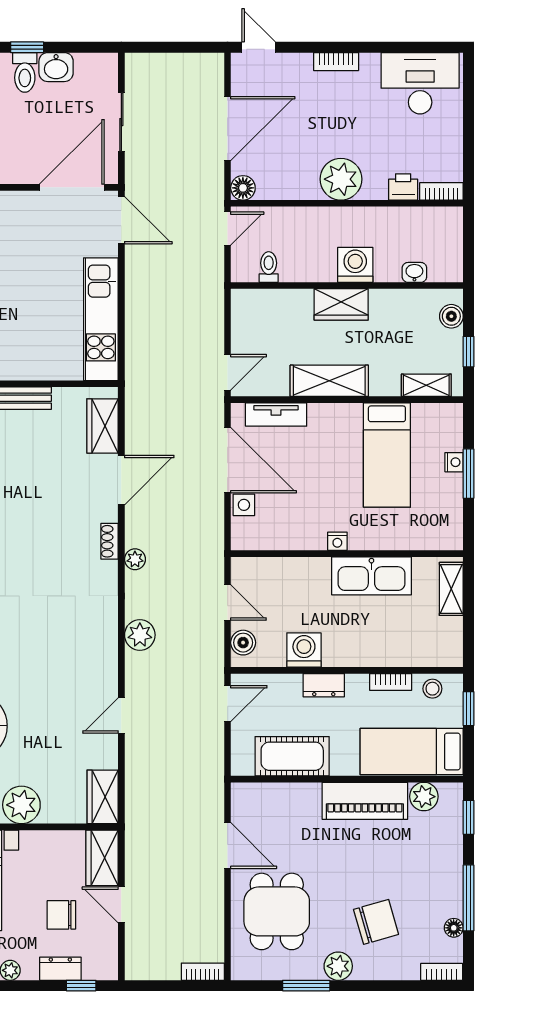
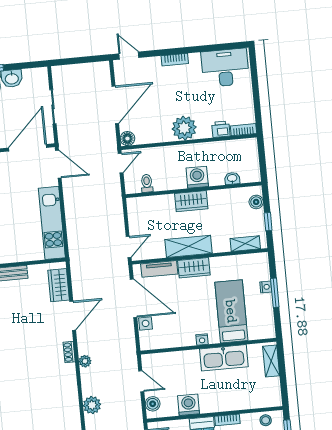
wardrobe: (335, 418) -> (194, 268), added
bed: (387, 455) -> (231, 311), moved, turned 180
bookcase: (391, 682) -> (227, 420), moved

